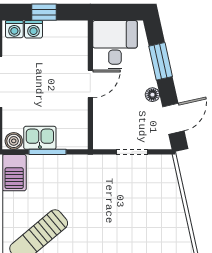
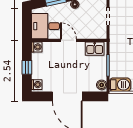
washing machine: (34, 29) -> (37, 47), moved
kitchen sink: (40, 138) -> (95, 49), moved, turned -90

